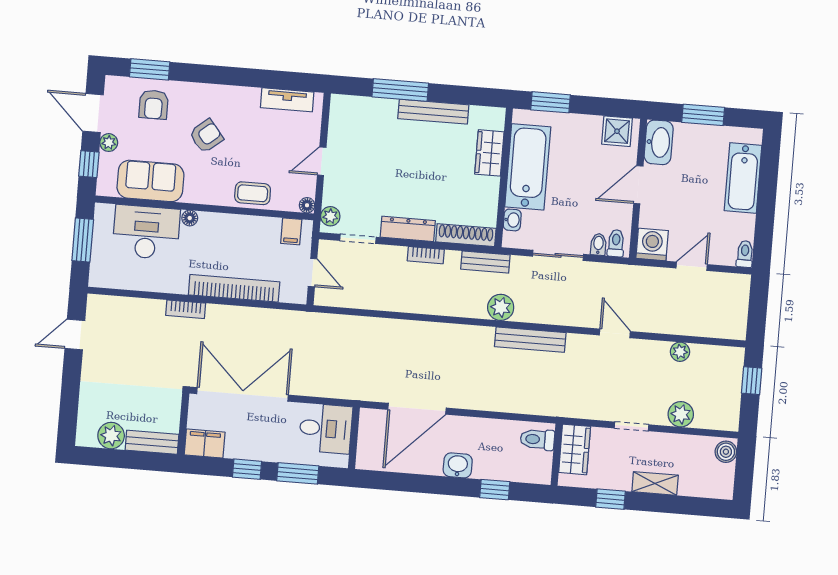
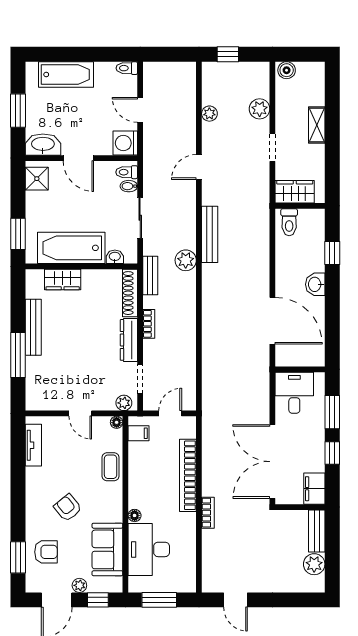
window: (610, 499) -> (332, 160), removed

